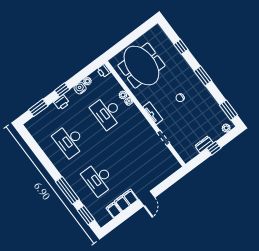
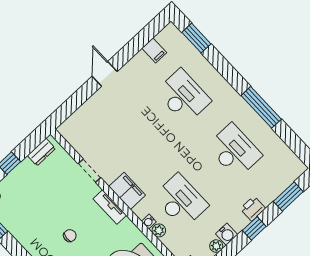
dresser: (204, 144) -> (41, 152), moved
window: (67, 190) -> (261, 107), moved
filing cabinet: (126, 200) -> (127, 191), moved, turned -90

